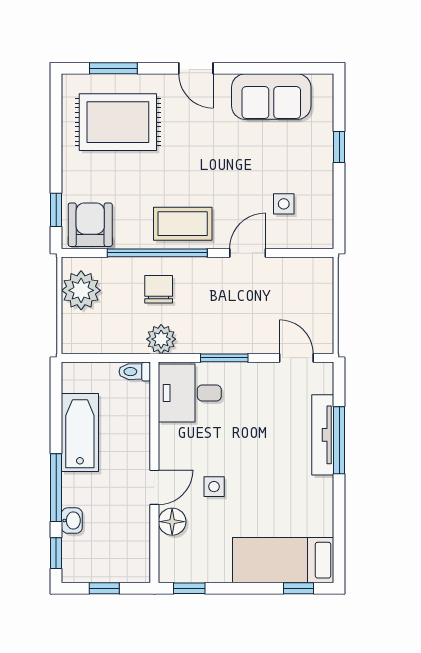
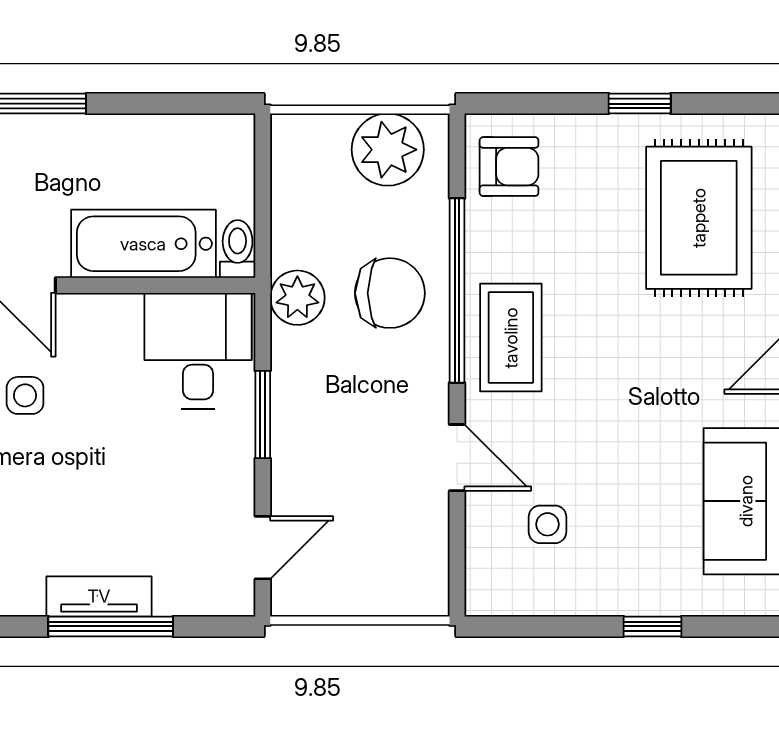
window: (56, 210) -> (640, 104), moved
armchair: (90, 225) -> (509, 167), width x0.72, depth x0.72
chair: (159, 289) -> (390, 293), width x1.37, depth x1.37
bathtub: (80, 433) -> (143, 244), moved, turned 180
tv unit: (323, 435) -> (99, 596), width x0.71

